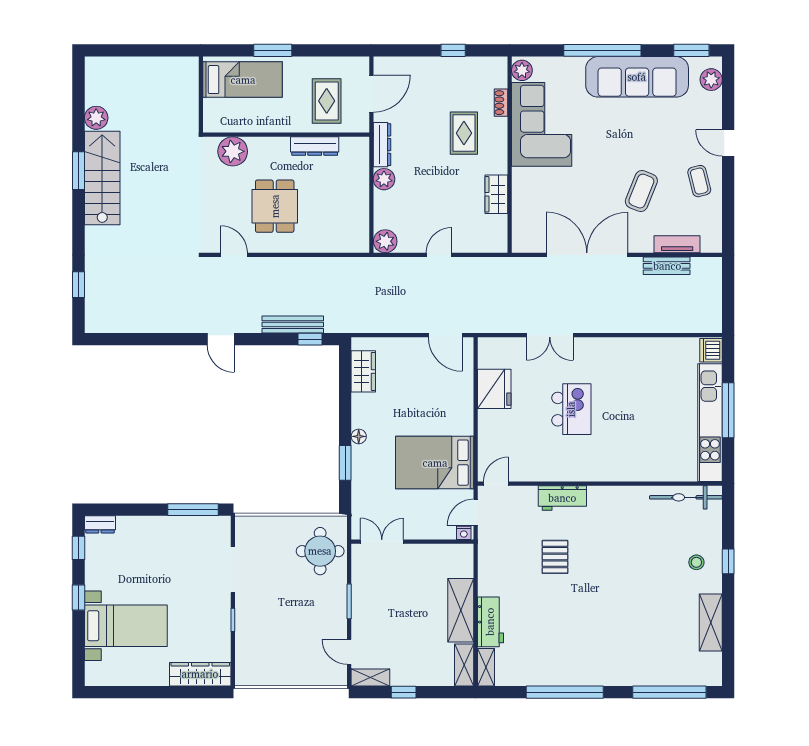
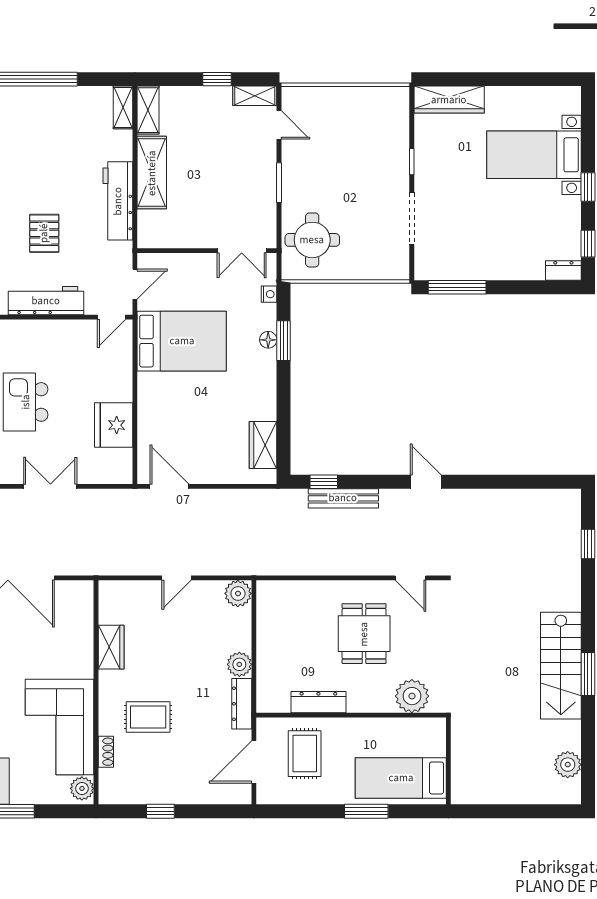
plant: (96, 118) -> (568, 765), moved
rug: (464, 133) -> (148, 717), turned 90
floor lamp: (359, 436) -> (268, 340), moved
workbench: (562, 498) -> (46, 301), width x1.38
nightstand: (464, 533) -> (269, 294), moved, turned 90
workbench: (490, 622) -> (118, 201), moved, width x1.38

